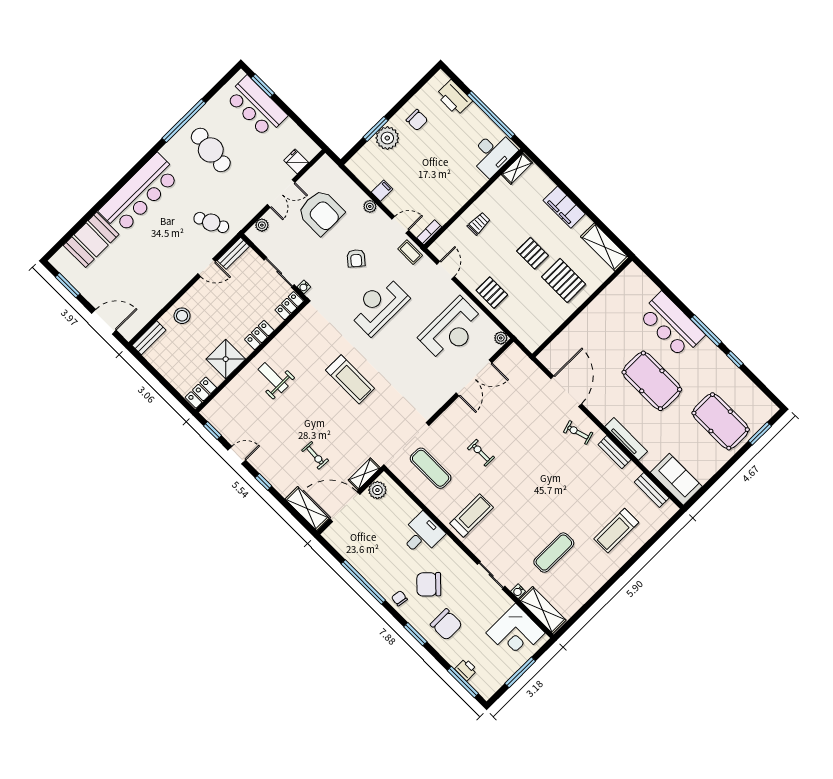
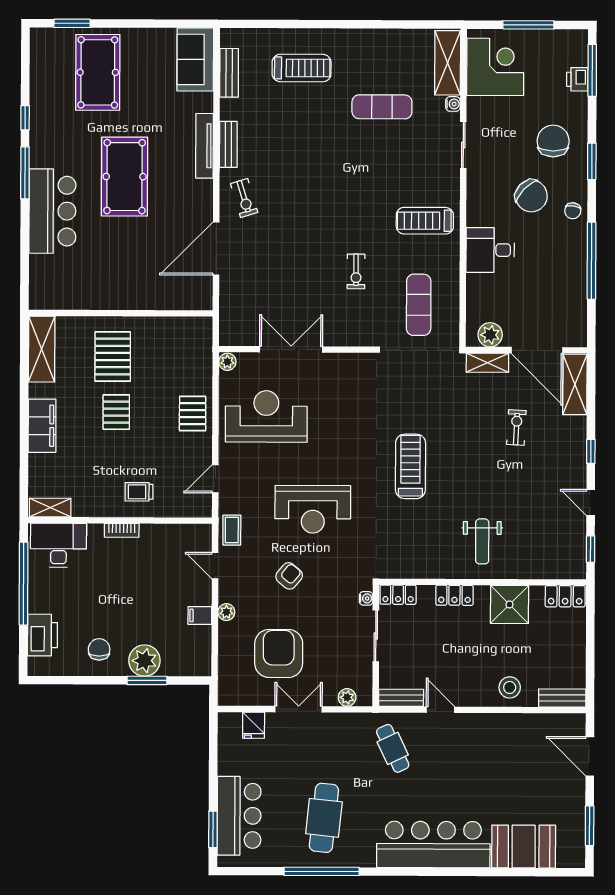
bookcase: (429, 232) -> (122, 530), moved

